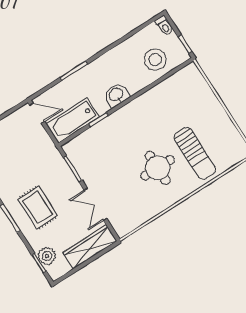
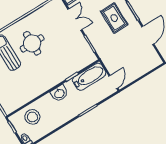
door: (37, 113) -> (113, 82), swing flipped

